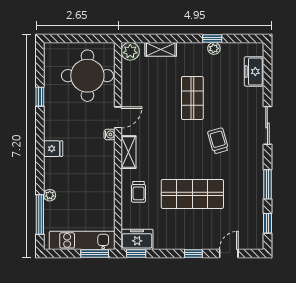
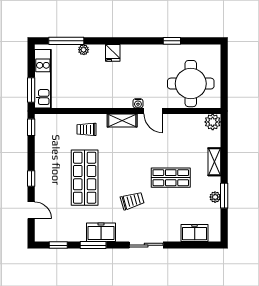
window: (212, 38) -> (224, 196), width x1.50
shelving: (161, 49) -> (214, 162), moved
fridge: (53, 149) -> (113, 53), moved
freezer: (137, 239) -> (101, 232), moved, turned -90

